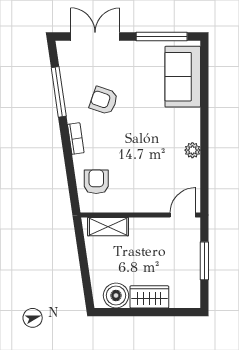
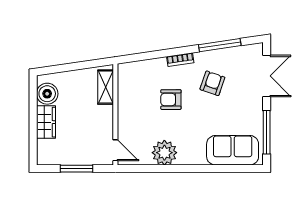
plant: (192, 150) -> (164, 153), width x1.87, depth x1.87
armchair: (96, 182) -> (171, 100), moved, turned 180

